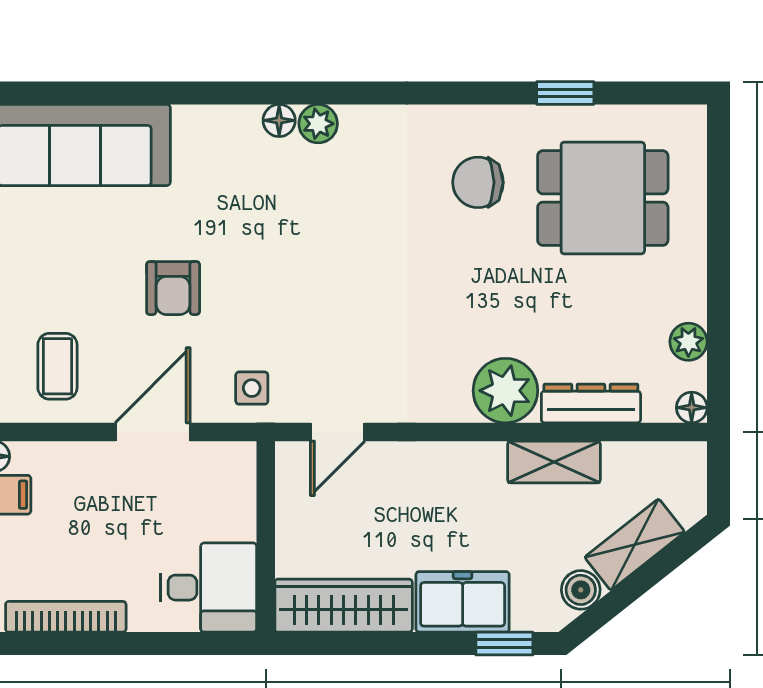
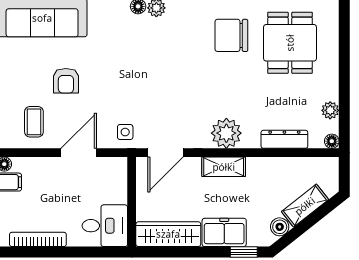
chair: (478, 182) -> (231, 35), width x1.37, depth x1.37
dining table: (603, 198) -> (290, 43), turned 90
armchair: (173, 288) -> (66, 81), moved
plant: (505, 391) -> (226, 133), moved
door: (338, 432) -> (165, 153), width x1.38
shelving: (554, 462) -> (224, 167), moved

